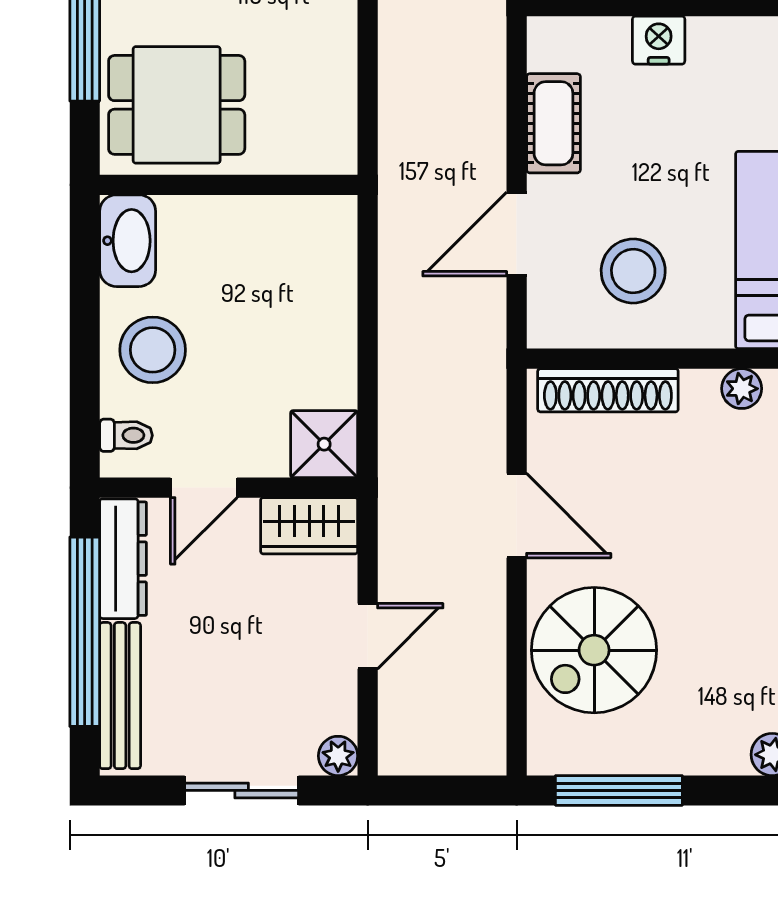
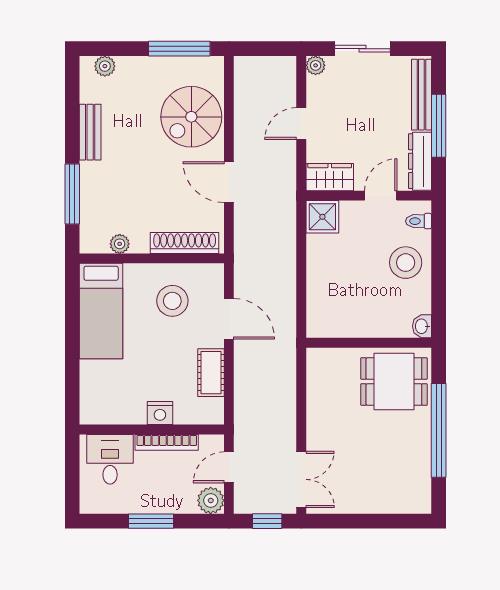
door: (517, 234) -> (229, 319), hinge flipped
washbasin: (128, 241) -> (422, 326), width x0.52, depth x0.69
window: (85, 632) -> (439, 126), width x0.68
spiral stairs: (594, 650) -> (191, 117), turned 180

